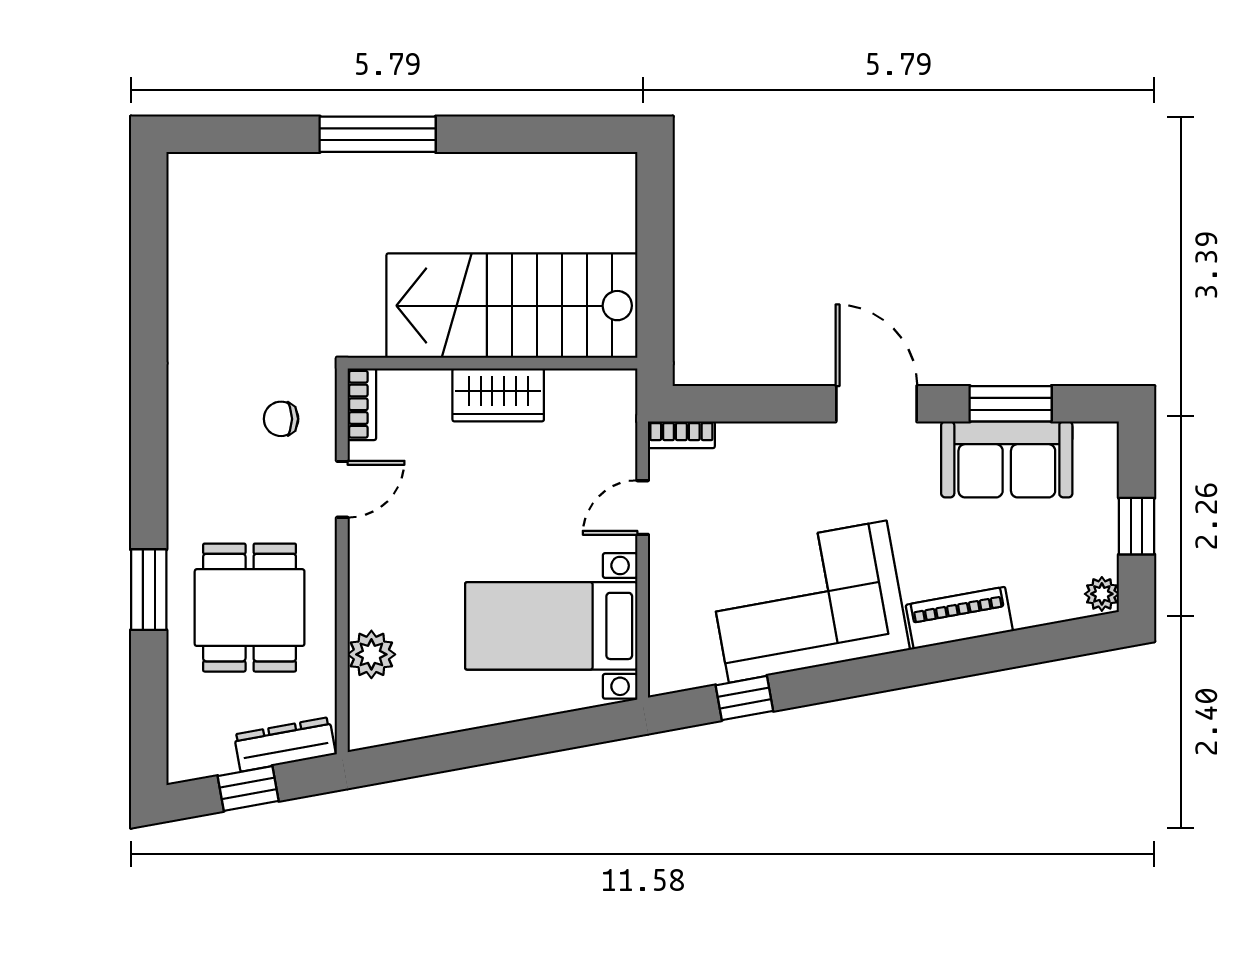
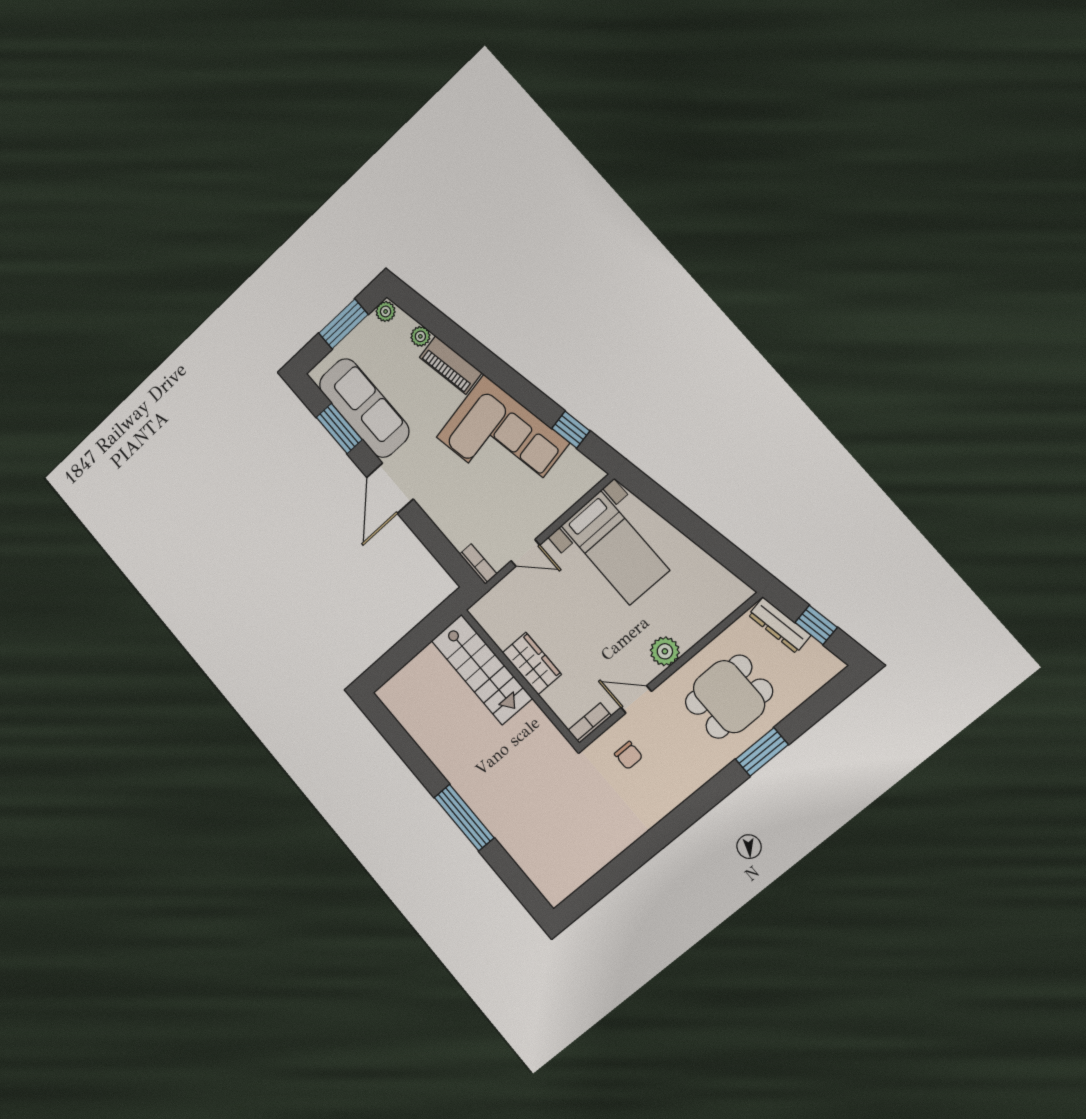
stairs: (512, 306) -> (482, 669), width x0.73, depth x0.66
sofa: (1007, 459) -> (364, 408), width x1.36
window: (1137, 526) -> (343, 324), width x1.50
plant: (1030, 611) -> (420, 336), added
plant: (371, 654) -> (665, 651), moved

